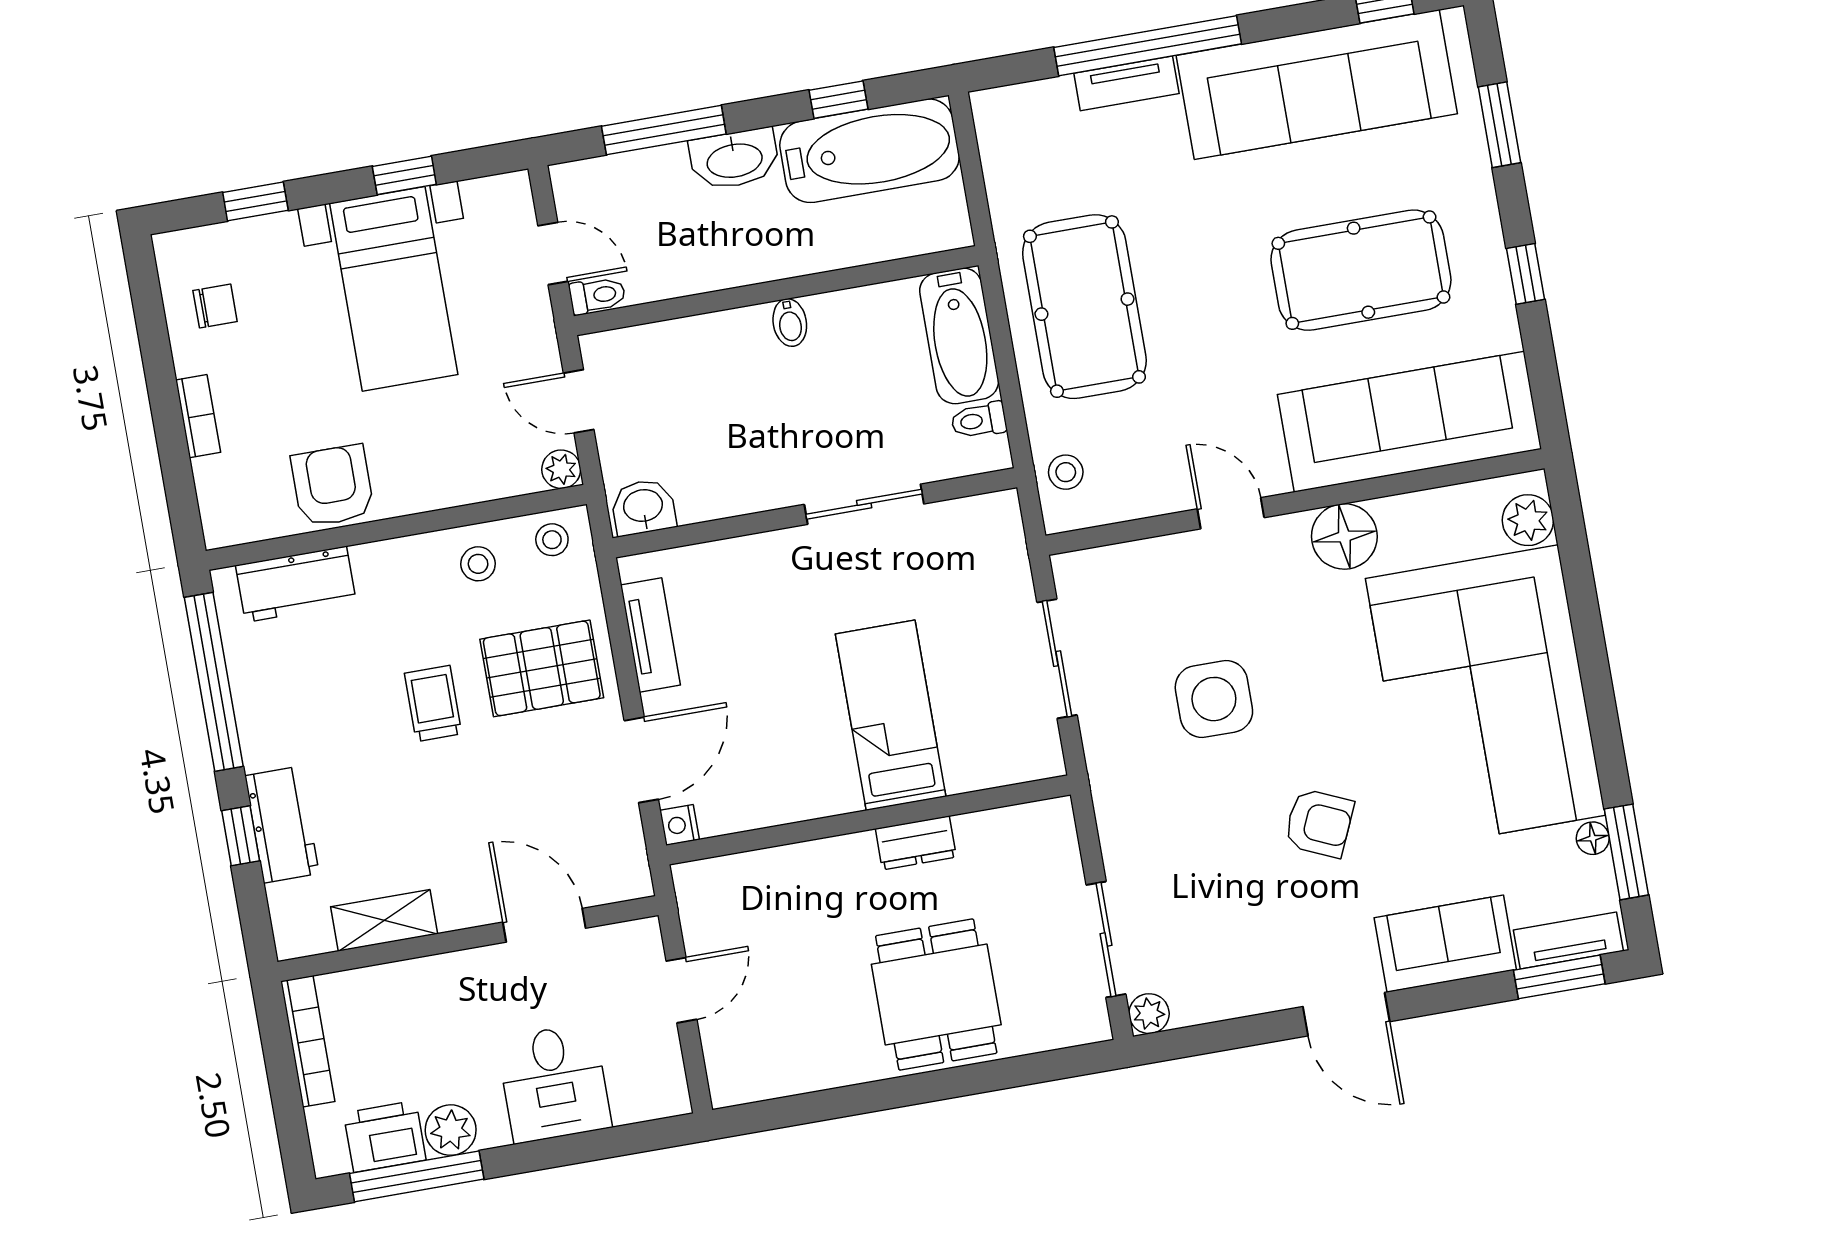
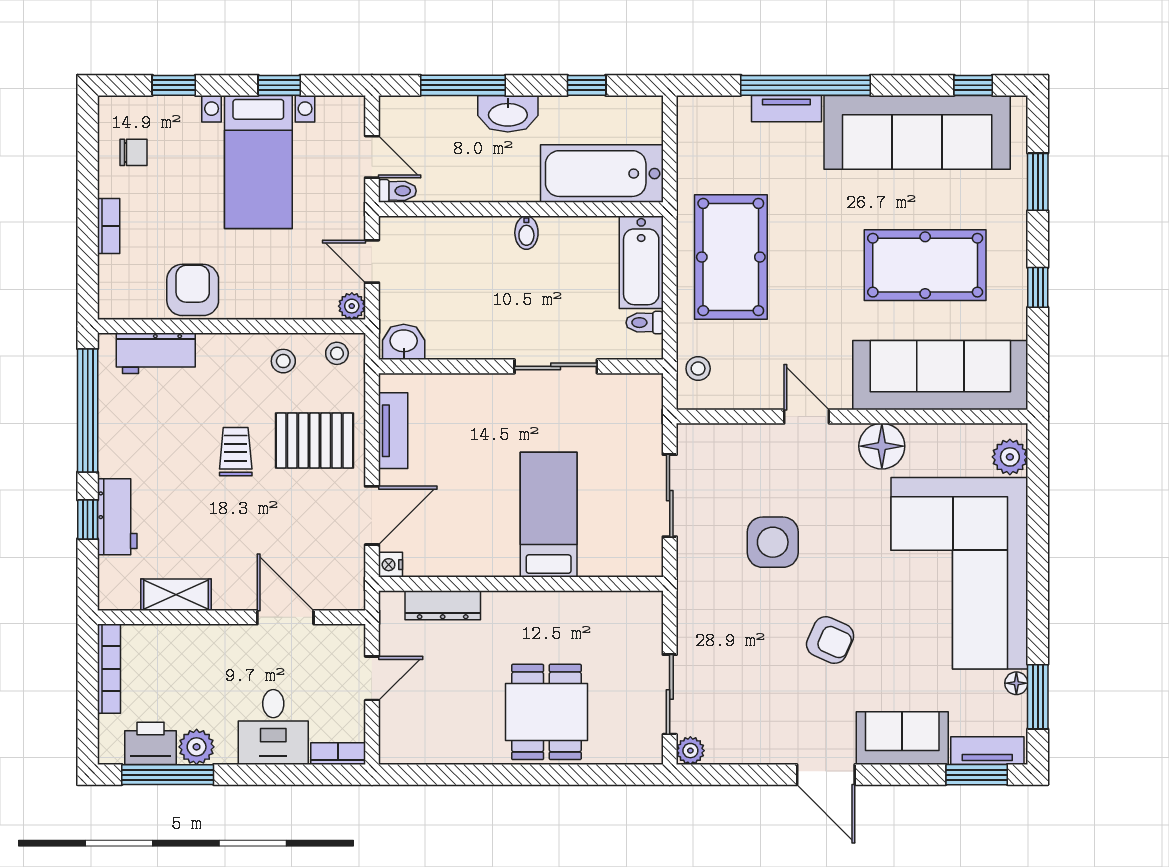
bathtub: (870, 151) -> (602, 174), moved, turned 180
dresser: (916, 843) -> (443, 605), moved, width x1.44
bookcase: (652, 1105) -> (338, 754), added

